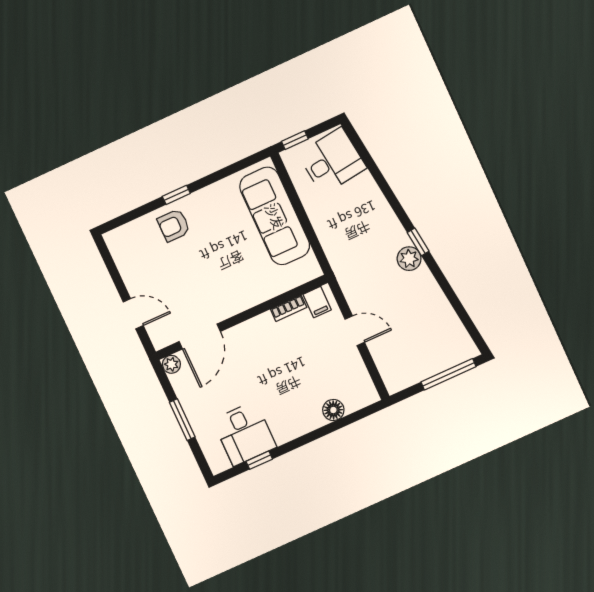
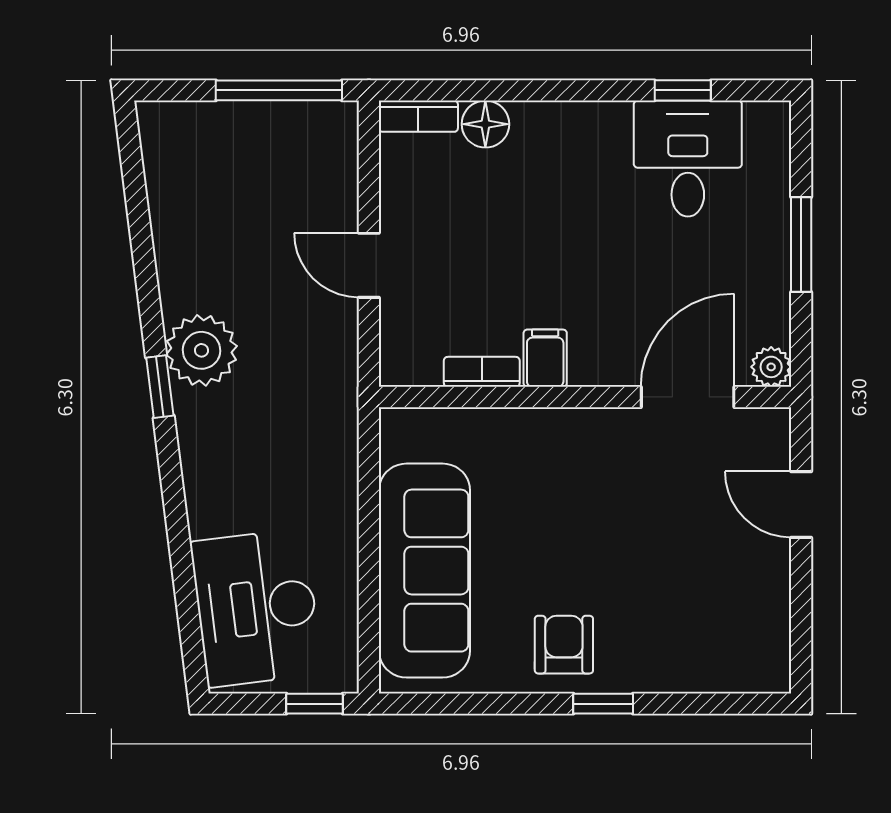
desk: (332, 161) -> (256, 608), width x1.37
armchair: (174, 225) -> (564, 645), moved, turned -90
plant: (409, 259) -> (201, 350), width x1.36, depth x1.36
filing cabinet: (317, 302) -> (545, 358), moved
window: (448, 374) -> (279, 90), moved
bookcase: (362, 401) -> (418, 116), added

